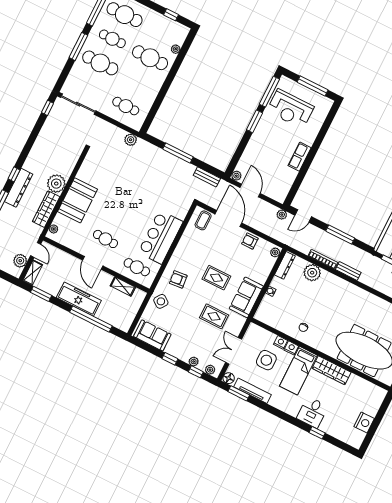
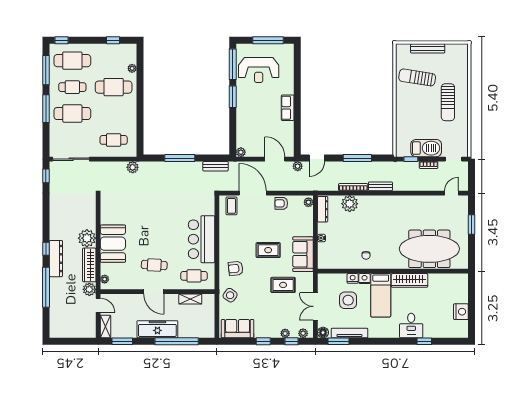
door: (250, 191) -> (275, 159), moved
plant: (20, 261) -> (89, 289), moved

